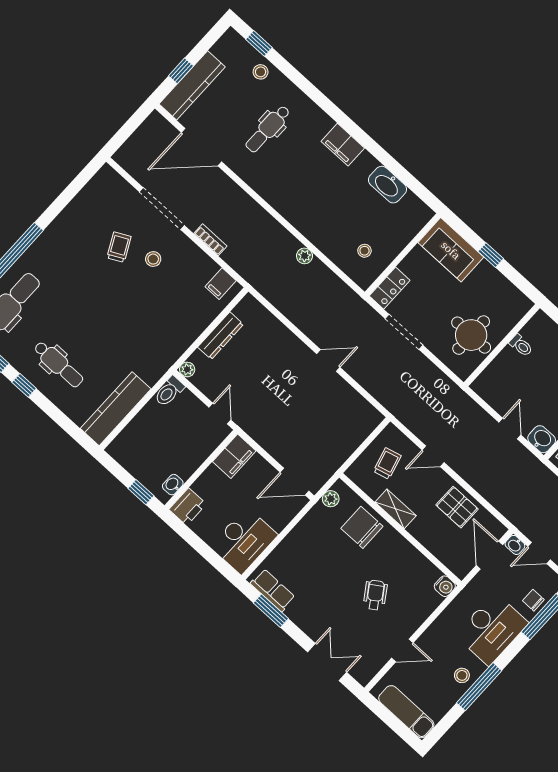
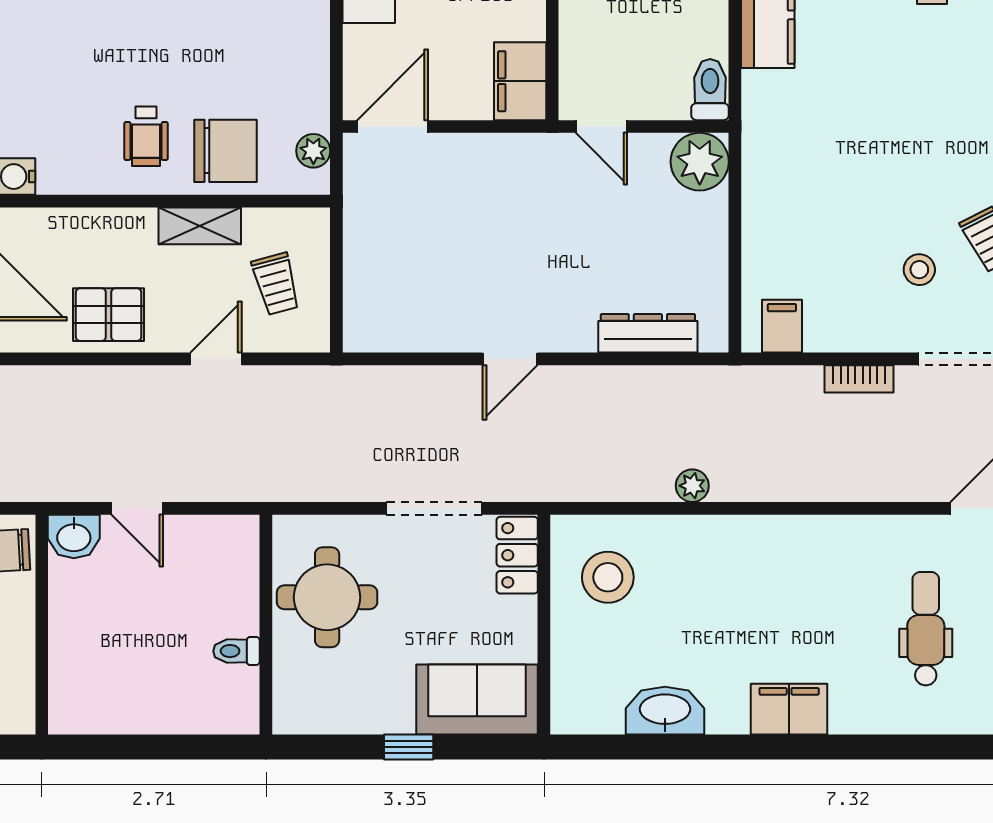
stool: (364, 251) -> (608, 577), width x1.89, depth x1.89
dresser: (221, 336) -> (648, 333), moved, turned 90
plant: (187, 369) -> (700, 162), width x1.87, depth x1.87
wheelchair: (375, 595) -> (146, 136), moved, turned 34

